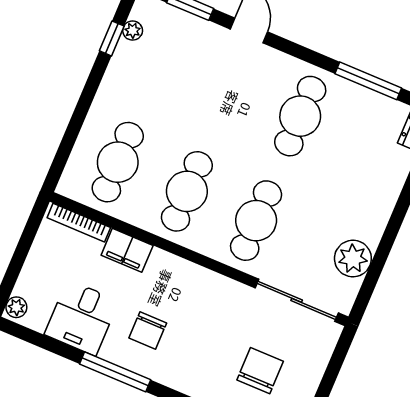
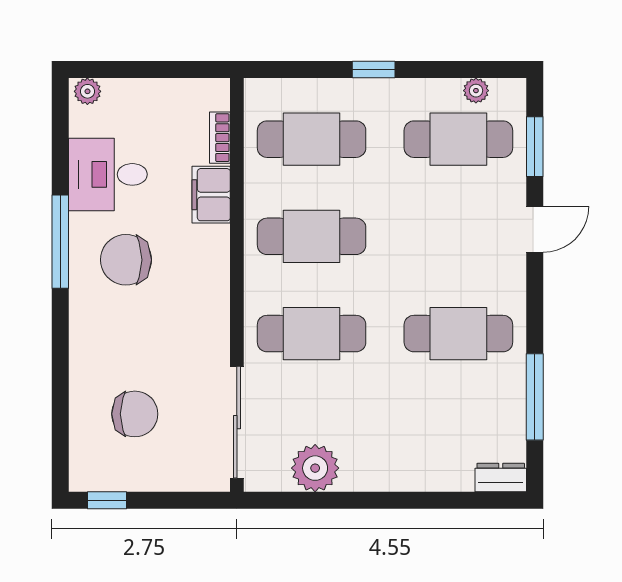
window: (112, 38) -> (374, 70), moved
cafe table: (162, 58) -> (458, 139), added
bookcase: (79, 223) -> (220, 138), width x0.64
chair: (148, 330) -> (126, 260), width x1.37, depth x1.37

